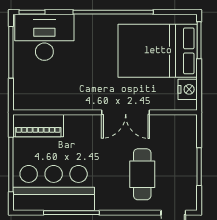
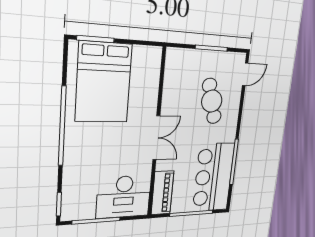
desk: (44, 37) -> (124, 197), moved, turned -90
nightstand: (188, 89) -> (143, 54), removed
double door: (126, 112) -> (156, 138), moved
cafe table: (142, 174) -> (212, 101), turned 74

